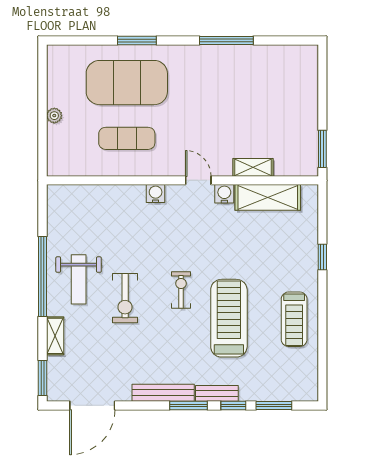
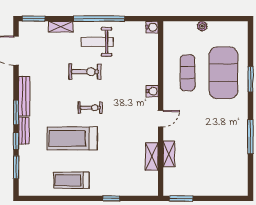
water cooler: (224, 194) -> (152, 27), moved
shelving: (268, 197) -> (152, 156), width x0.67, depth x0.75
exercise bike: (125, 298) -> (85, 72), turned 180
treadmill: (229, 318) -> (72, 138), turned 180

